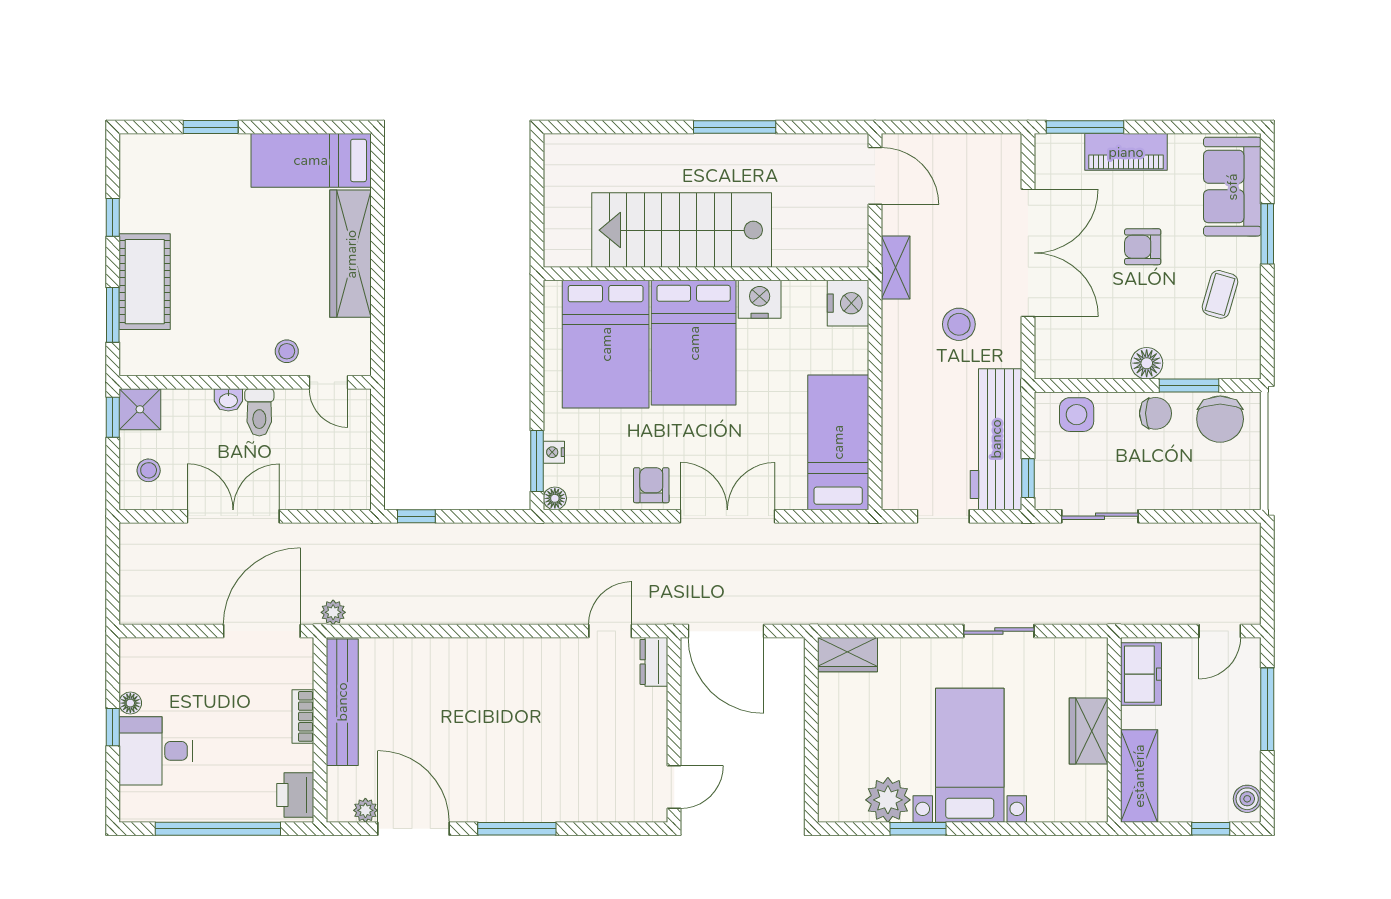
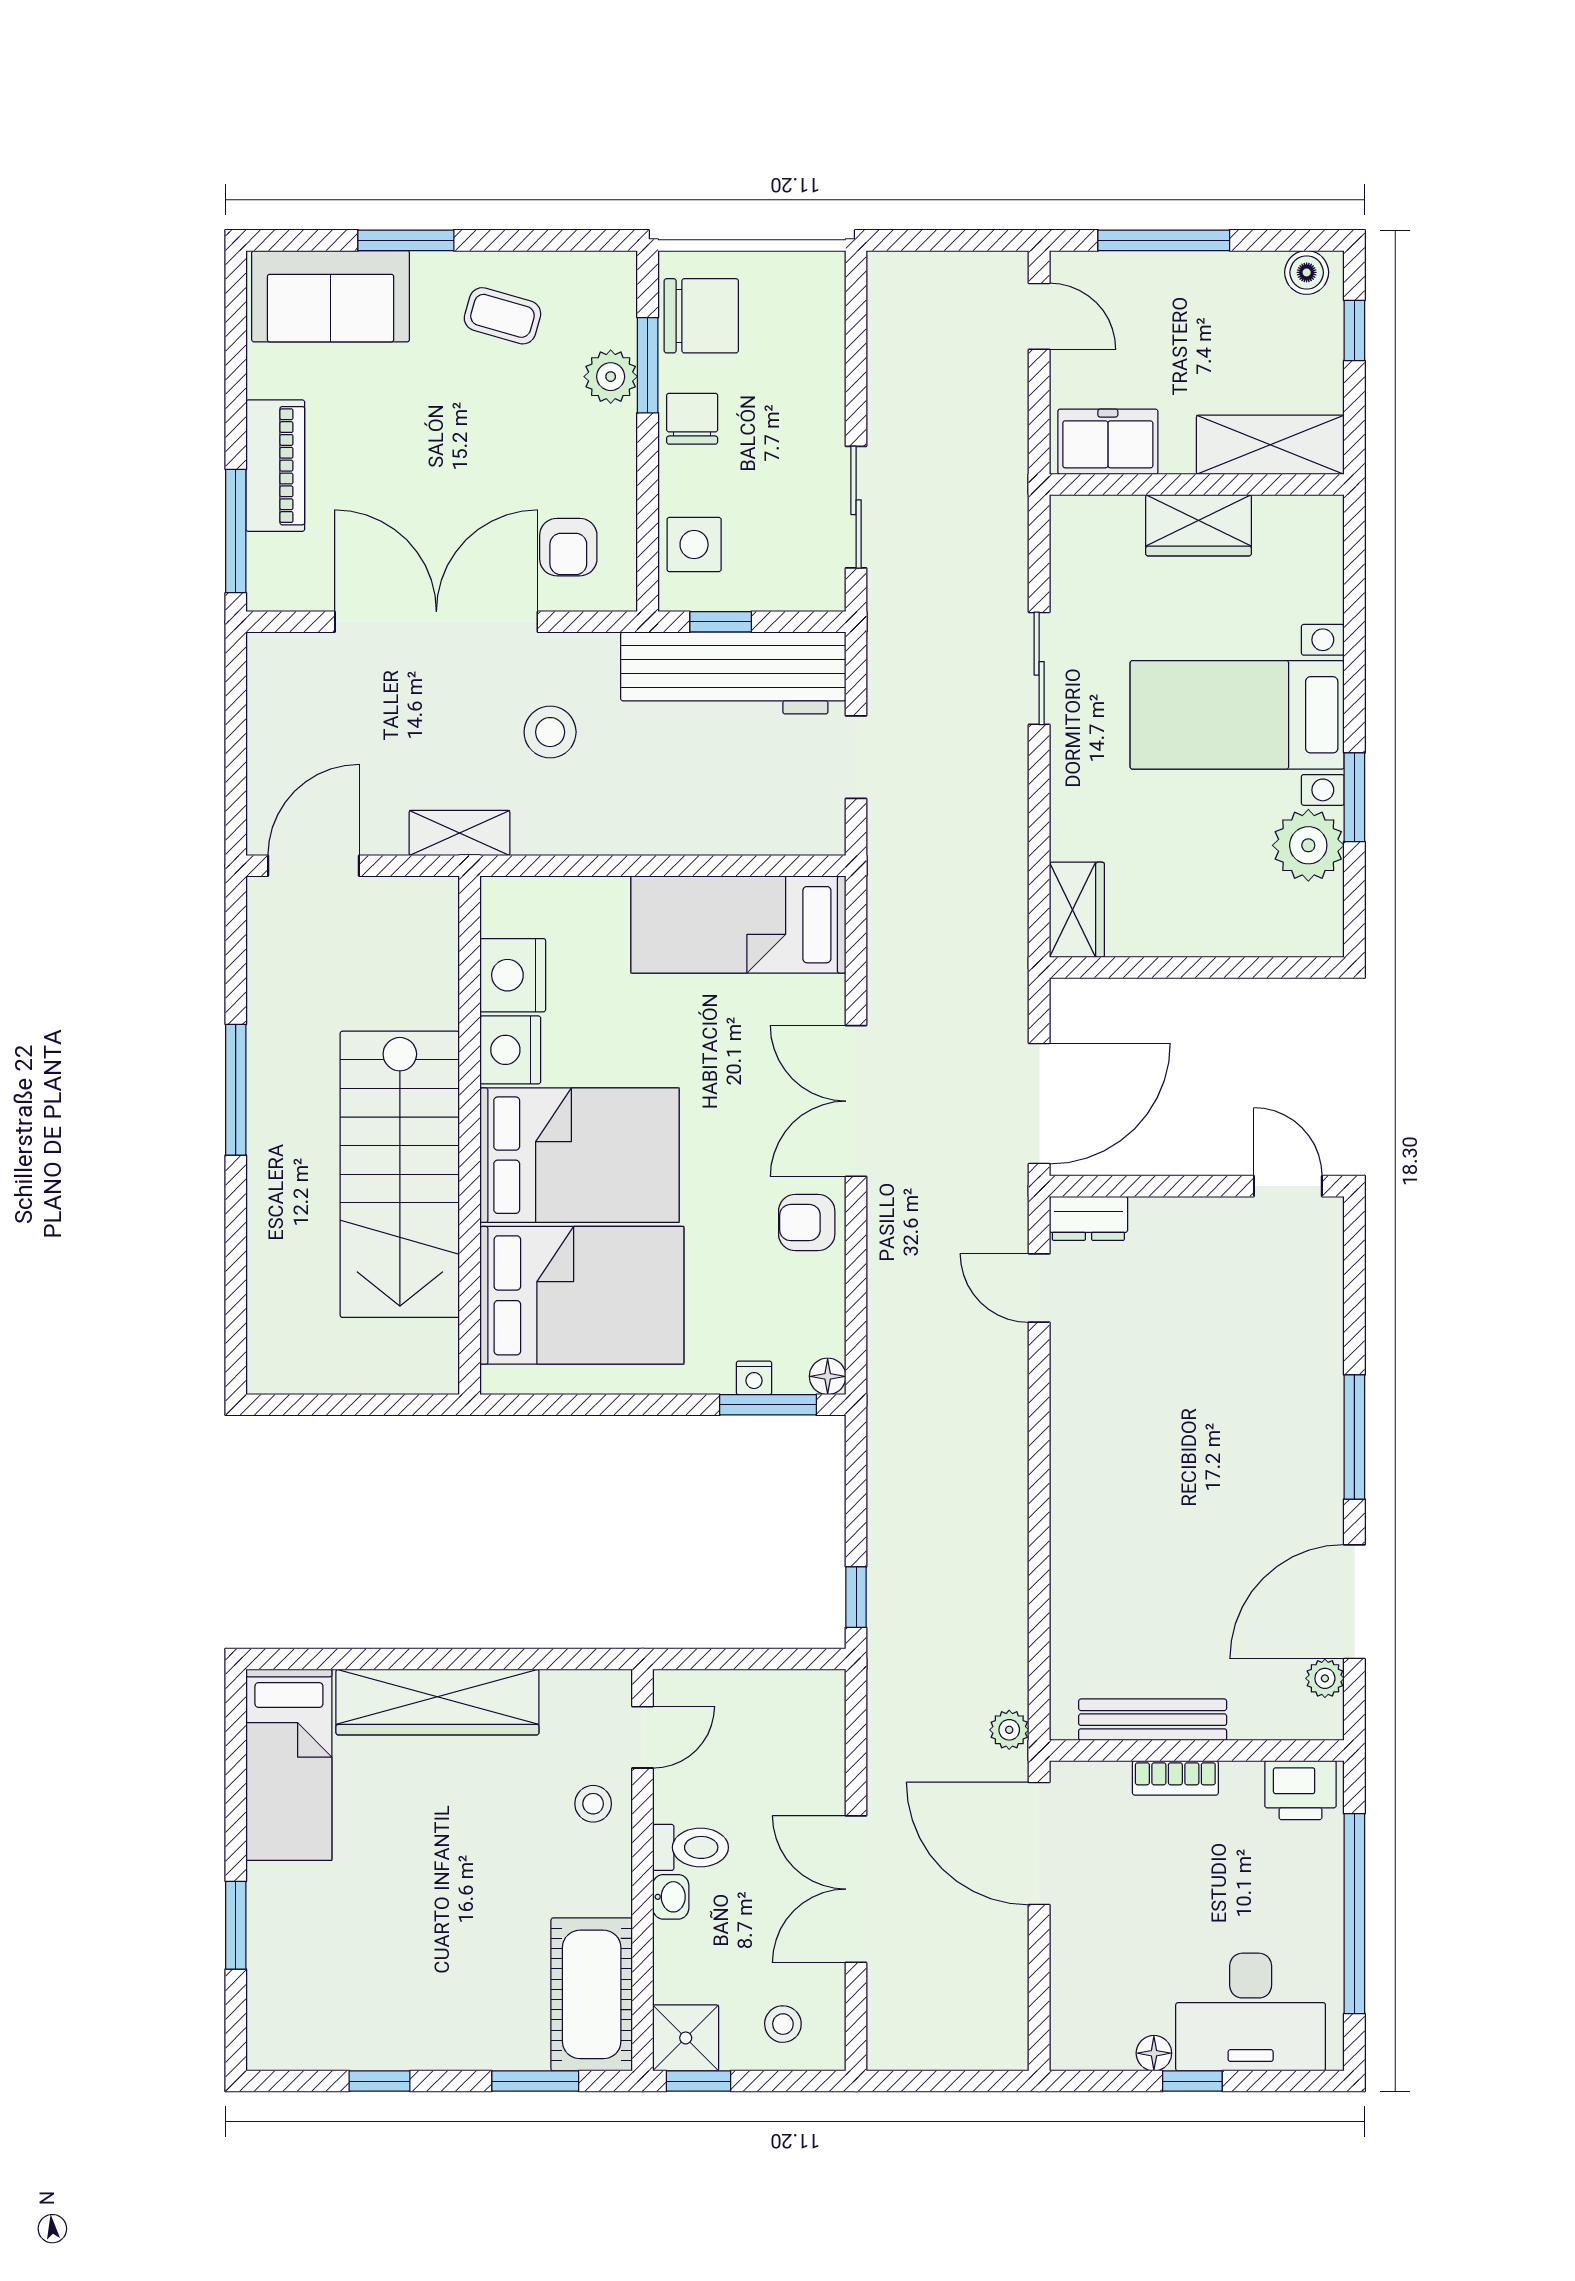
armchair: (1143, 247) -> (568, 547), moved
cot: (145, 282) -> (592, 1994), moved, turned 90
nightstand: (848, 303) -> (513, 975), moved, turned -90
plant: (1182, 362) -> (611, 377), added
floor lamp: (1147, 363) -> (612, 433), removed
window: (1028, 478) -> (721, 622), moved
bench: (342, 702) -> (1153, 1720), width x0.73, depth x0.82
desk: (156, 751) -> (1251, 2012), width x1.37

